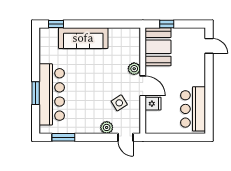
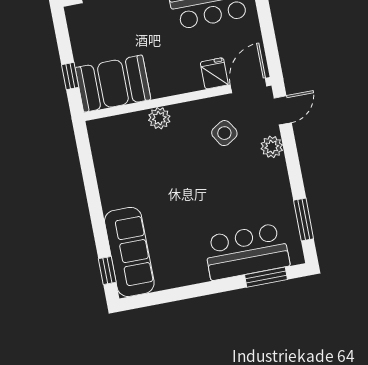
sofa: (83, 38) -> (129, 252), moved
door: (143, 86) -> (249, 85), moved
window: (36, 93) -> (266, 277), moved
bar counter: (52, 94) -> (247, 251), width x0.73

